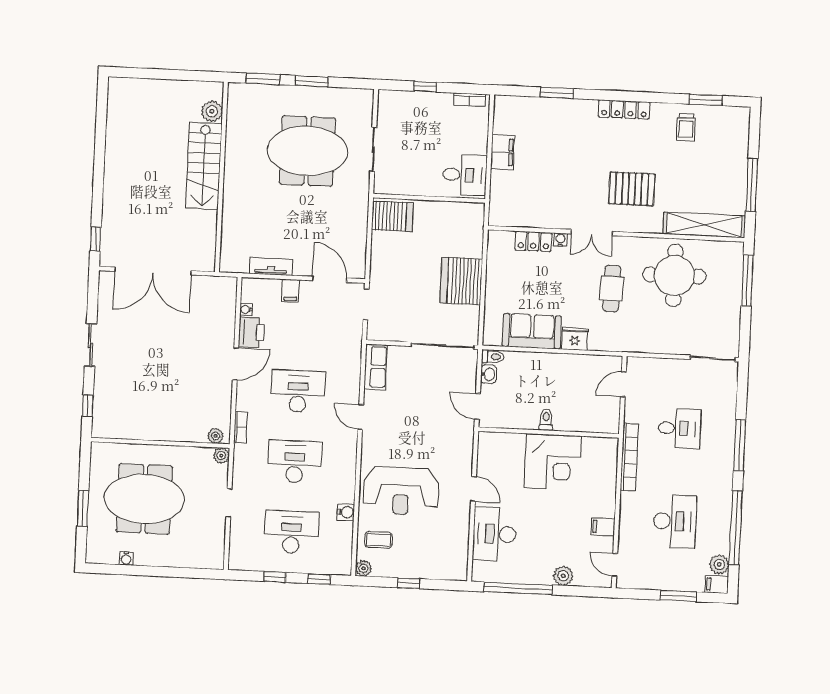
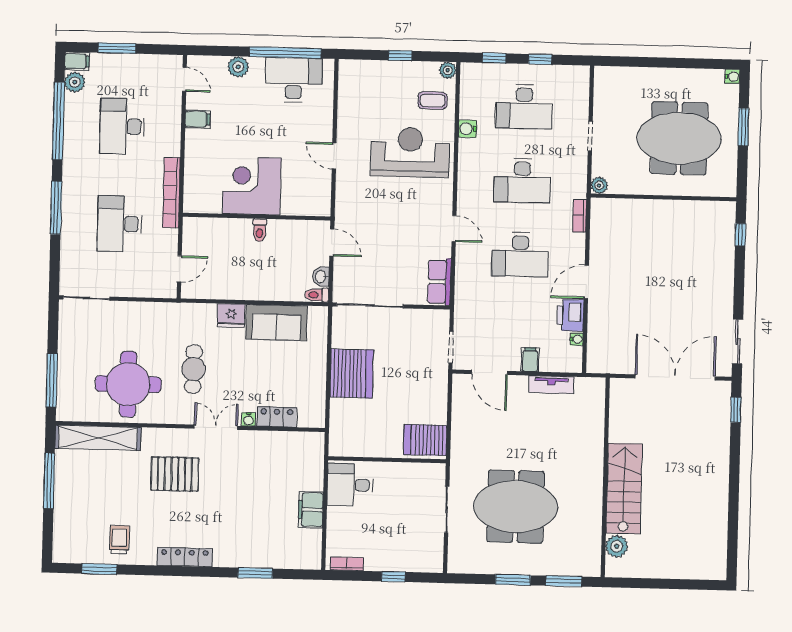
sliding door: (91, 345) -> (738, 342), moved
desk: (679, 428) -> (120, 224), width x1.37
plant: (215, 436) -> (606, 206), removed
desk: (494, 534) -> (294, 80), moved, turned -90
water cooler: (126, 558) -> (732, 76), moved, turned 90

